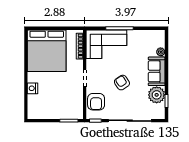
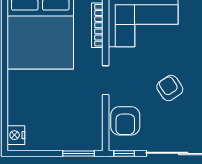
nightstand: (33, 88) -> (16, 135), moved

